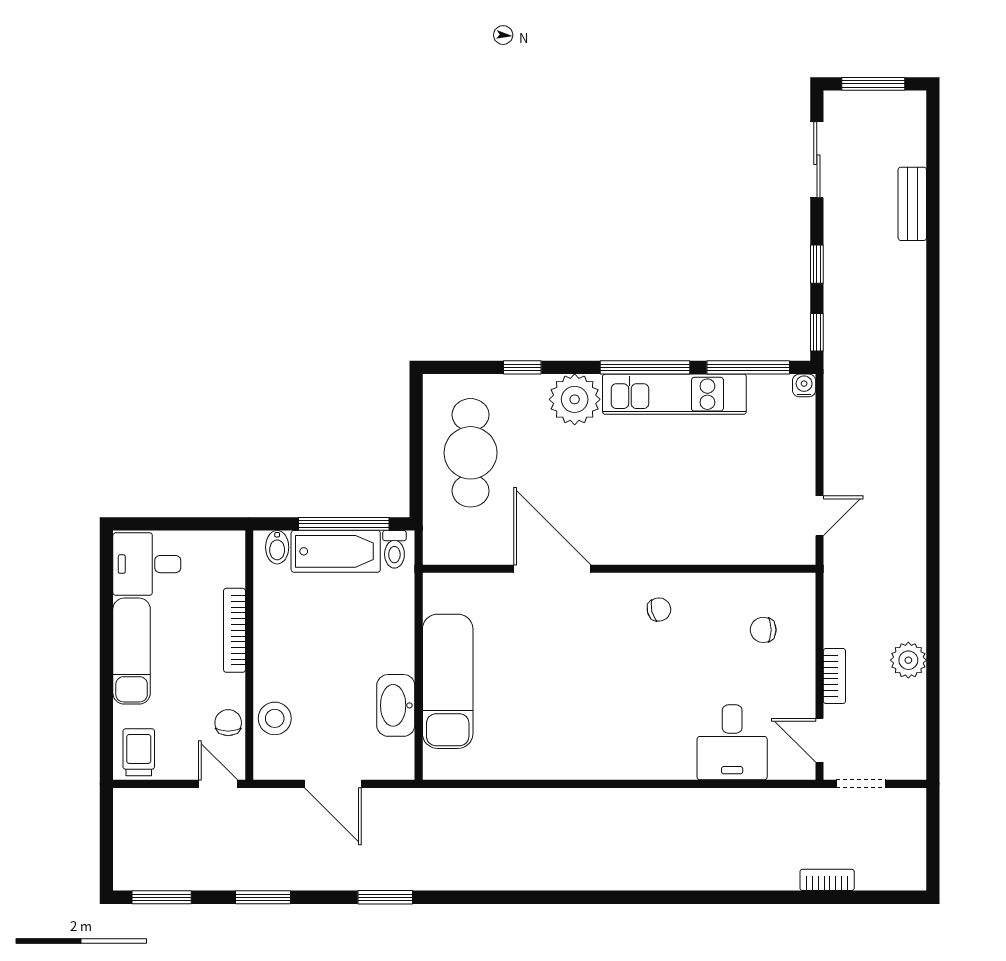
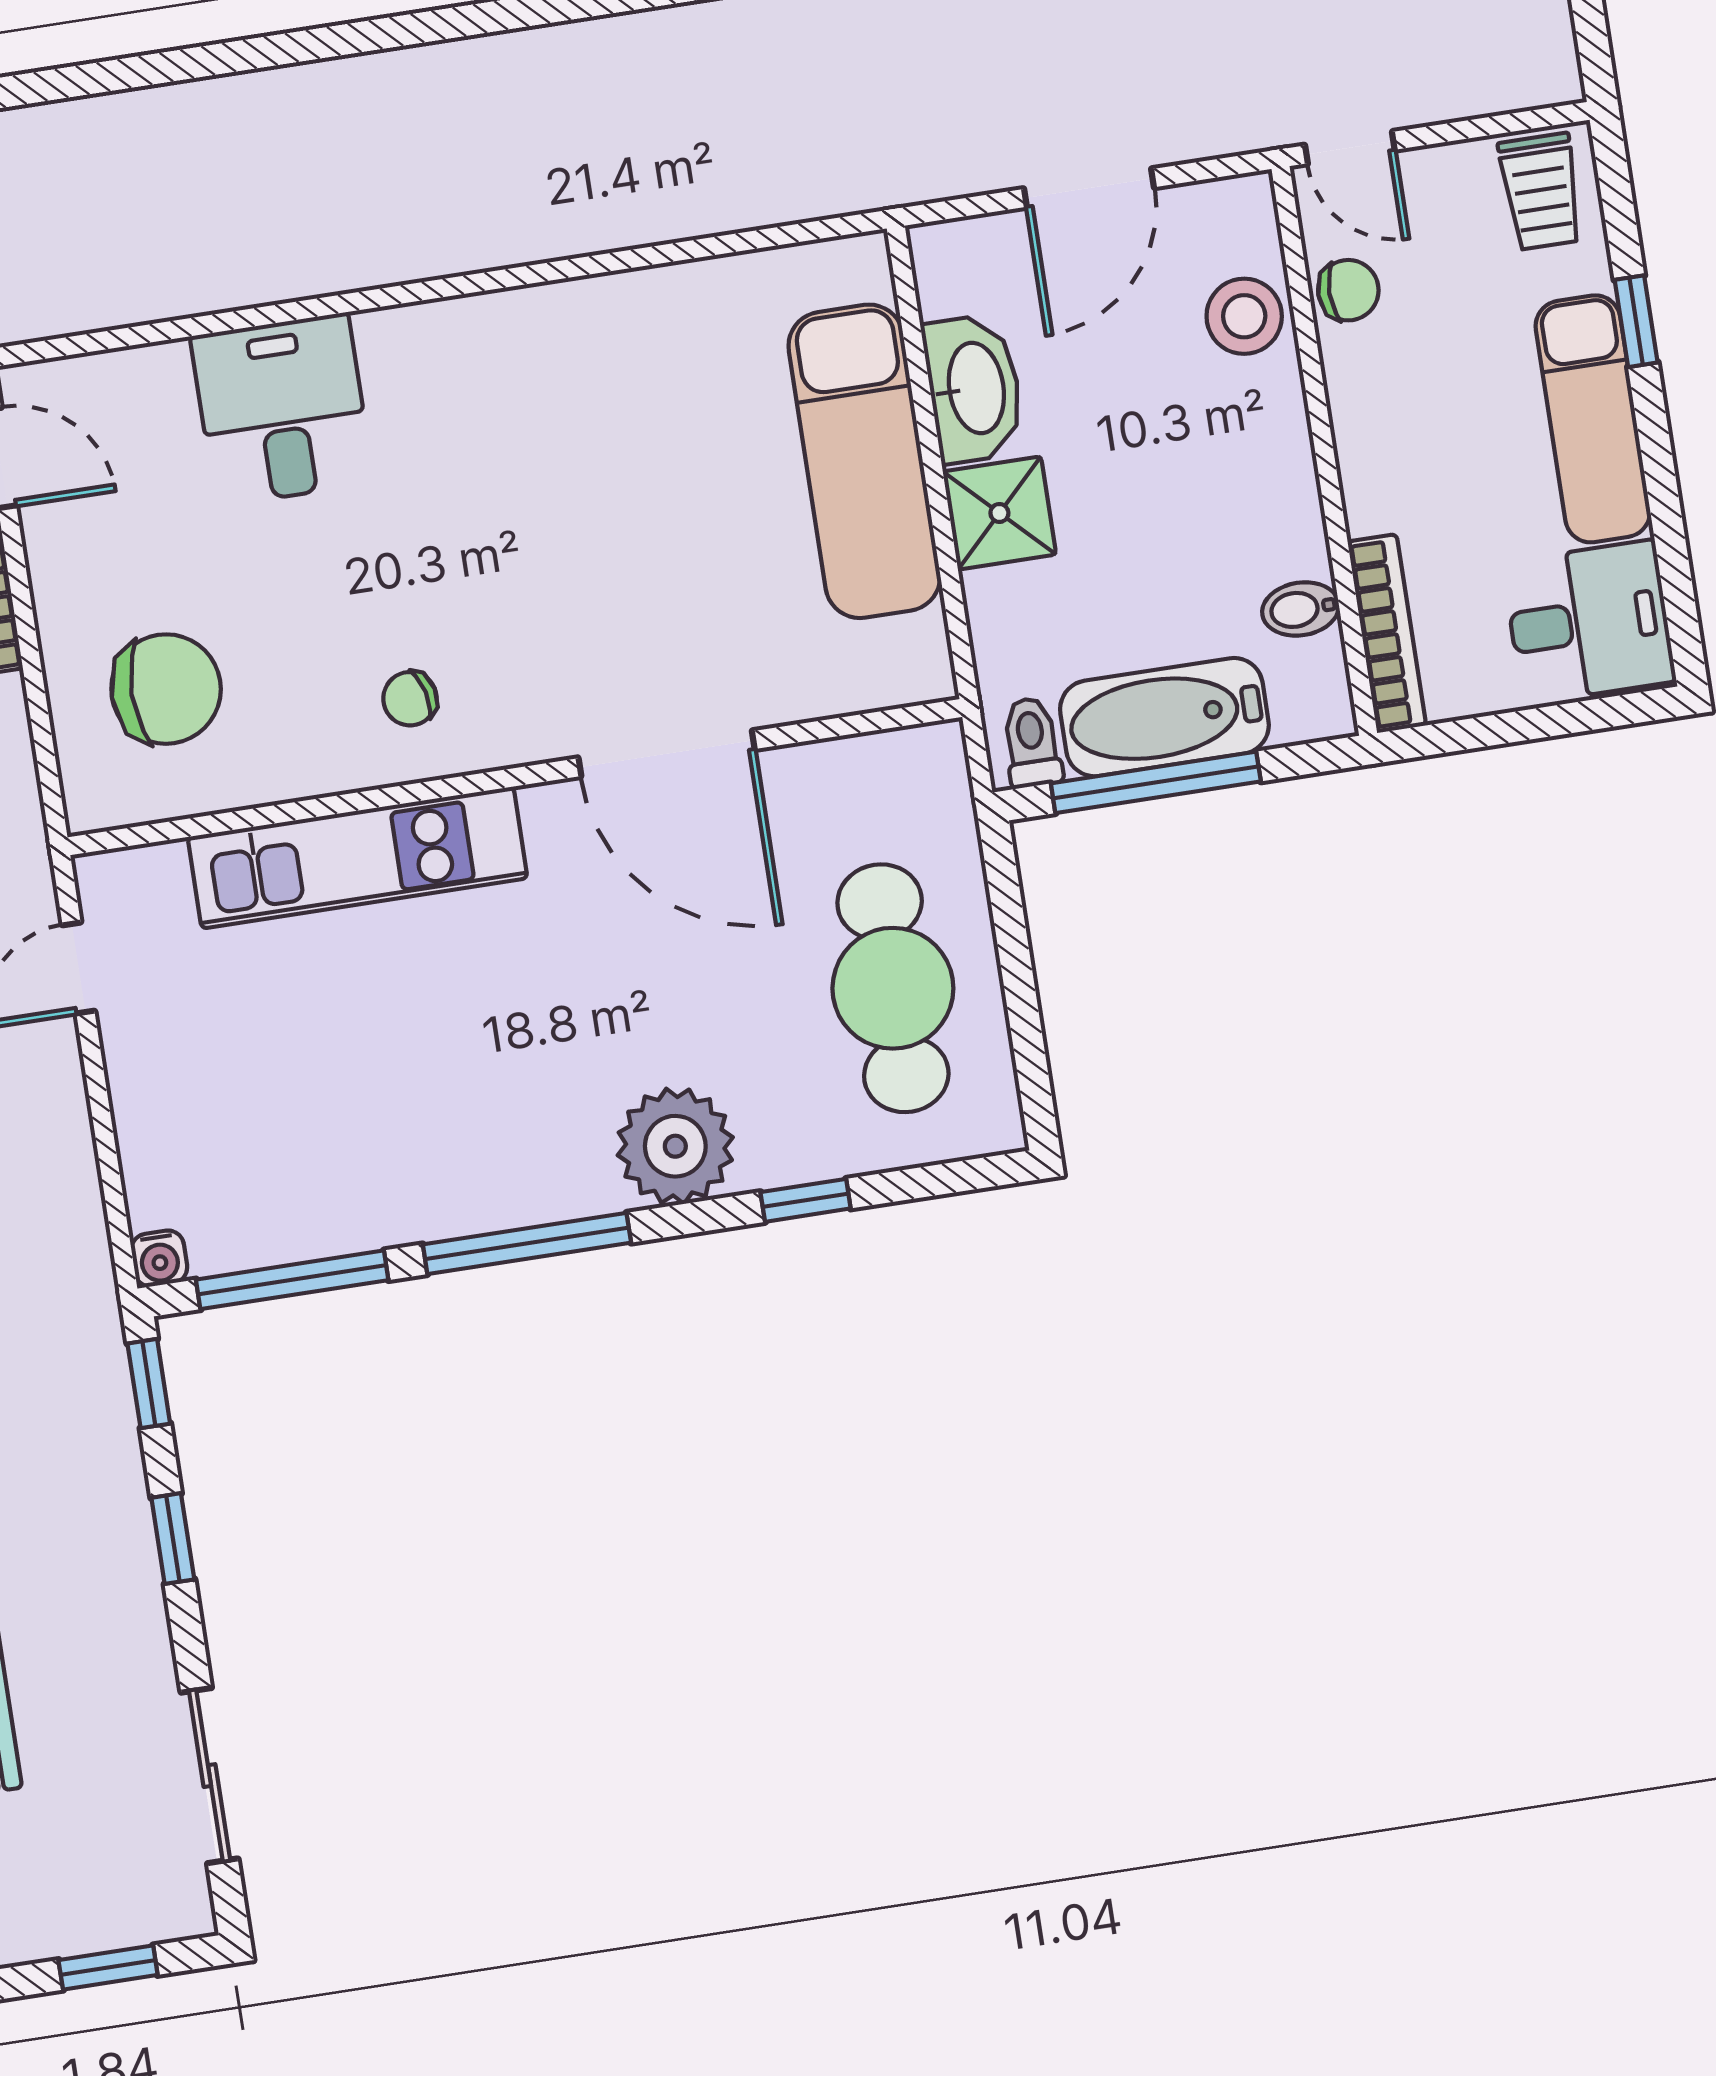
window: (873, 84) -> (108, 1968), width x0.67
kitchen unit: (674, 394) -> (357, 858), moved, turned 180
bidet: (277, 547) -> (1301, 609), moved, turned -90
bookcase: (234, 630) -> (1387, 633), moved
chair: (763, 630) -> (166, 689), width x1.87, depth x1.87
shower: (393, 650) -> (999, 513), added
window: (106, 690) -> (1636, 321), added
chair: (228, 723) -> (1348, 290), turned -90
desk: (732, 742) -> (282, 410), moved
door: (333, 784) -> (1089, 188), swing flipped

